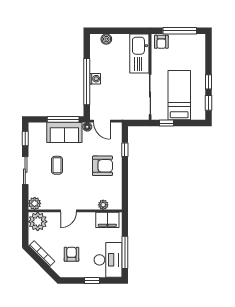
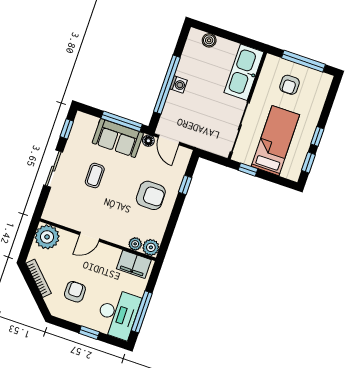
armchair: (161, 42) -> (289, 85), moved
plant: (35, 203) -> (151, 247), moved

